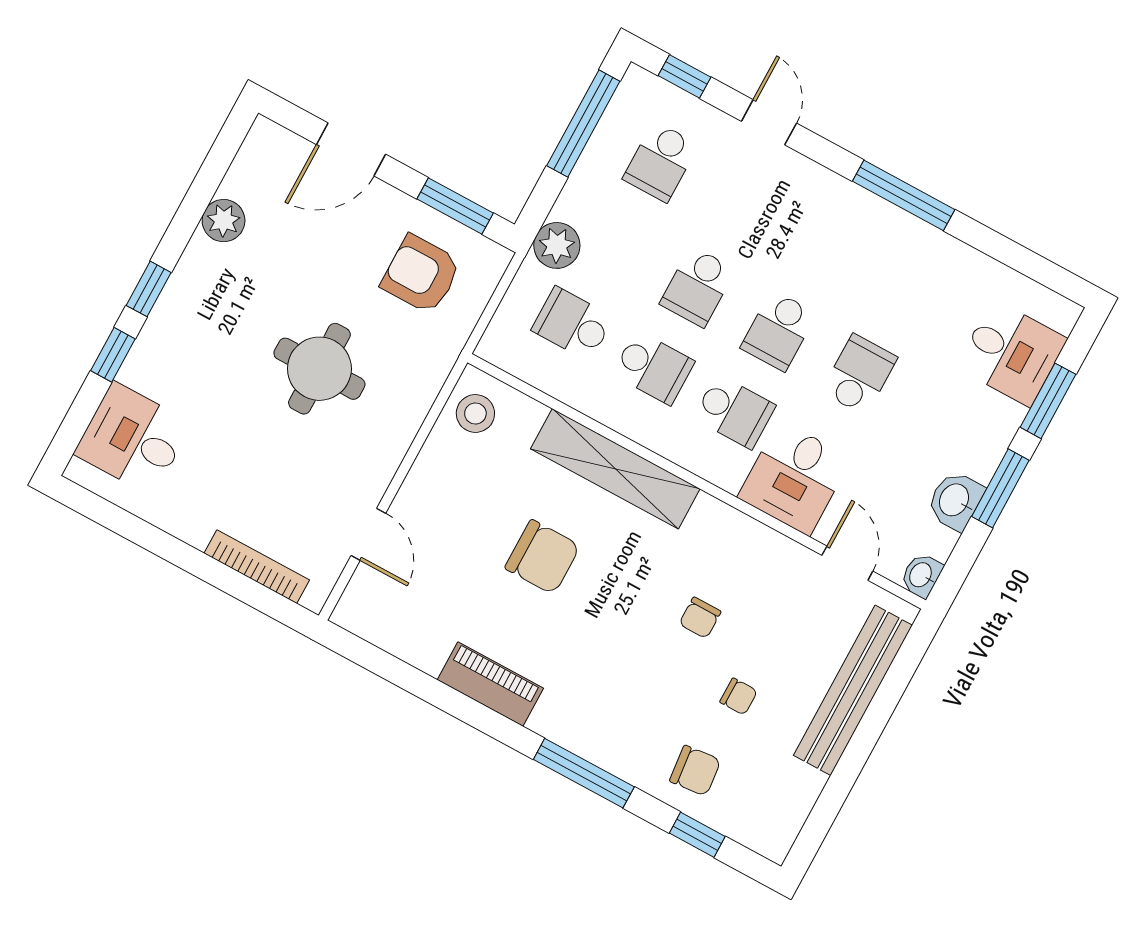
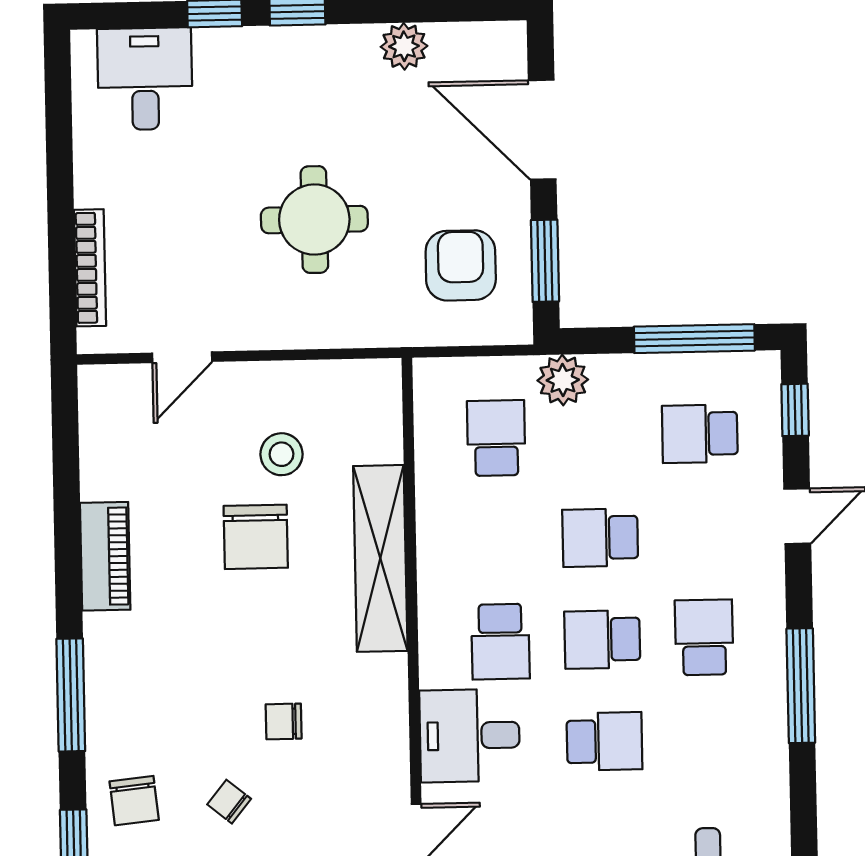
door: (351, 149) -> (542, 130), width x1.36
school desk: (654, 368) -> (704, 637), moved, turned 180
stool: (475, 413) -> (281, 454), moved
chair: (739, 696) -> (229, 802), turned 129

